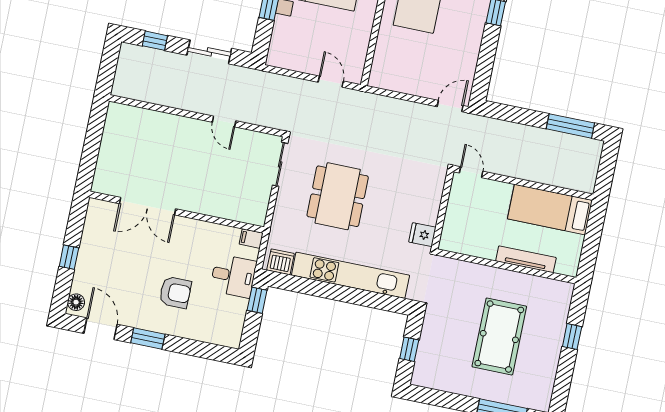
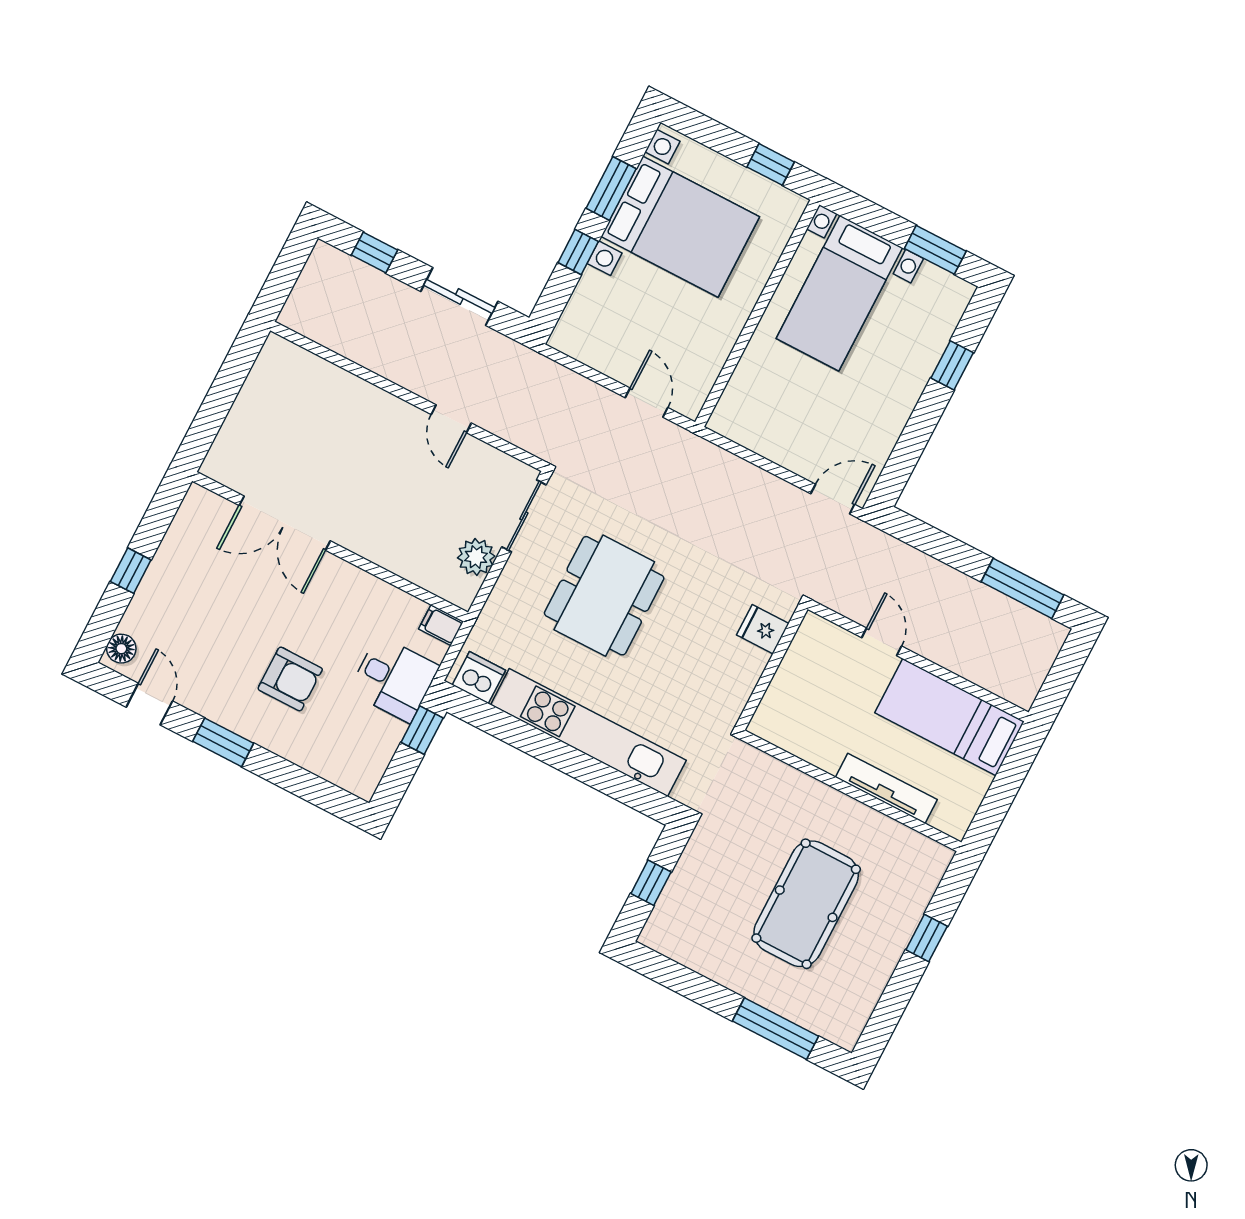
door: (471, 172) -> (882, 642), moved
plant: (260, 195) -> (476, 557), added
fridge: (422, 235) -> (763, 629), moved
door: (100, 329) -> (149, 704), width x0.73

